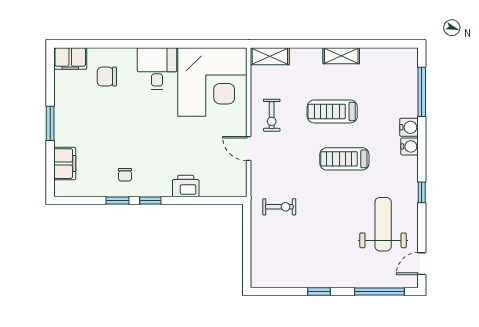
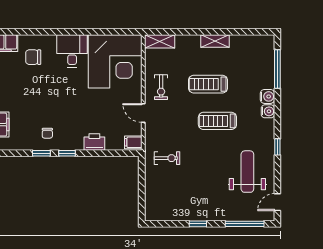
filing cabinet: (236, 186) -> (133, 142), added

